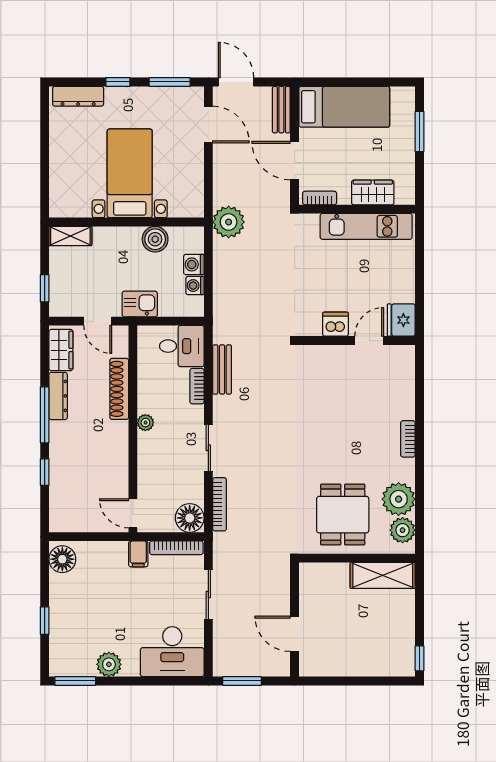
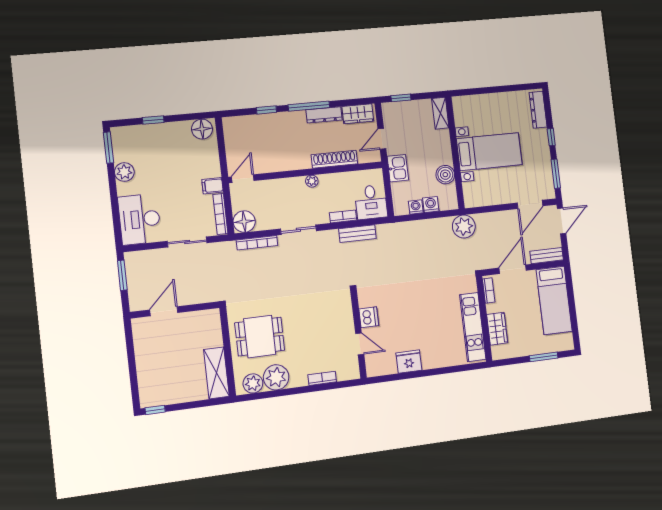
dishwasher: (335, 324) -> (369, 317), moved
wall: (357, 341) -> (359, 335), moved
door: (369, 341) -> (360, 344), moved

